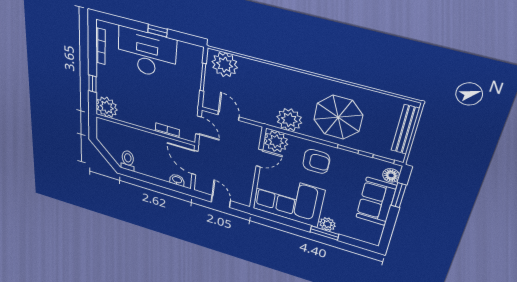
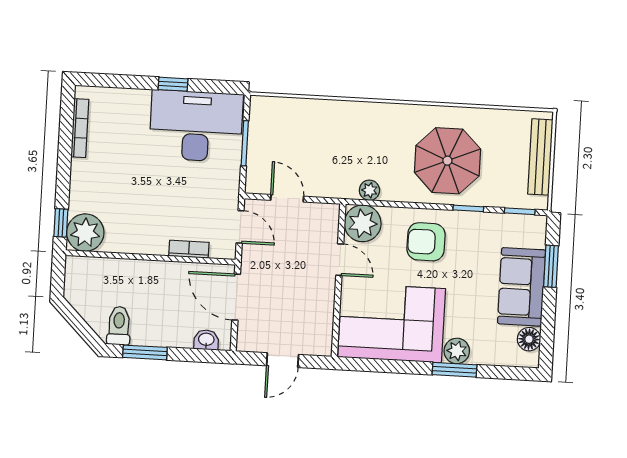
desk: (147, 53) -> (196, 126), moved
plant: (225, 65) -> (277, 116), removed
window: (92, 84) -> (61, 223), moved
plant: (289, 120) -> (369, 190), width x0.53, depth x0.53
door: (259, 158) -> (340, 260), hinge flipped
armchair: (316, 161) -> (426, 242), turned 180
floor lamp: (391, 175) -> (529, 339), moved
window: (142, 177) -> (145, 352), added
door: (221, 201) -> (283, 360), swing flipped

